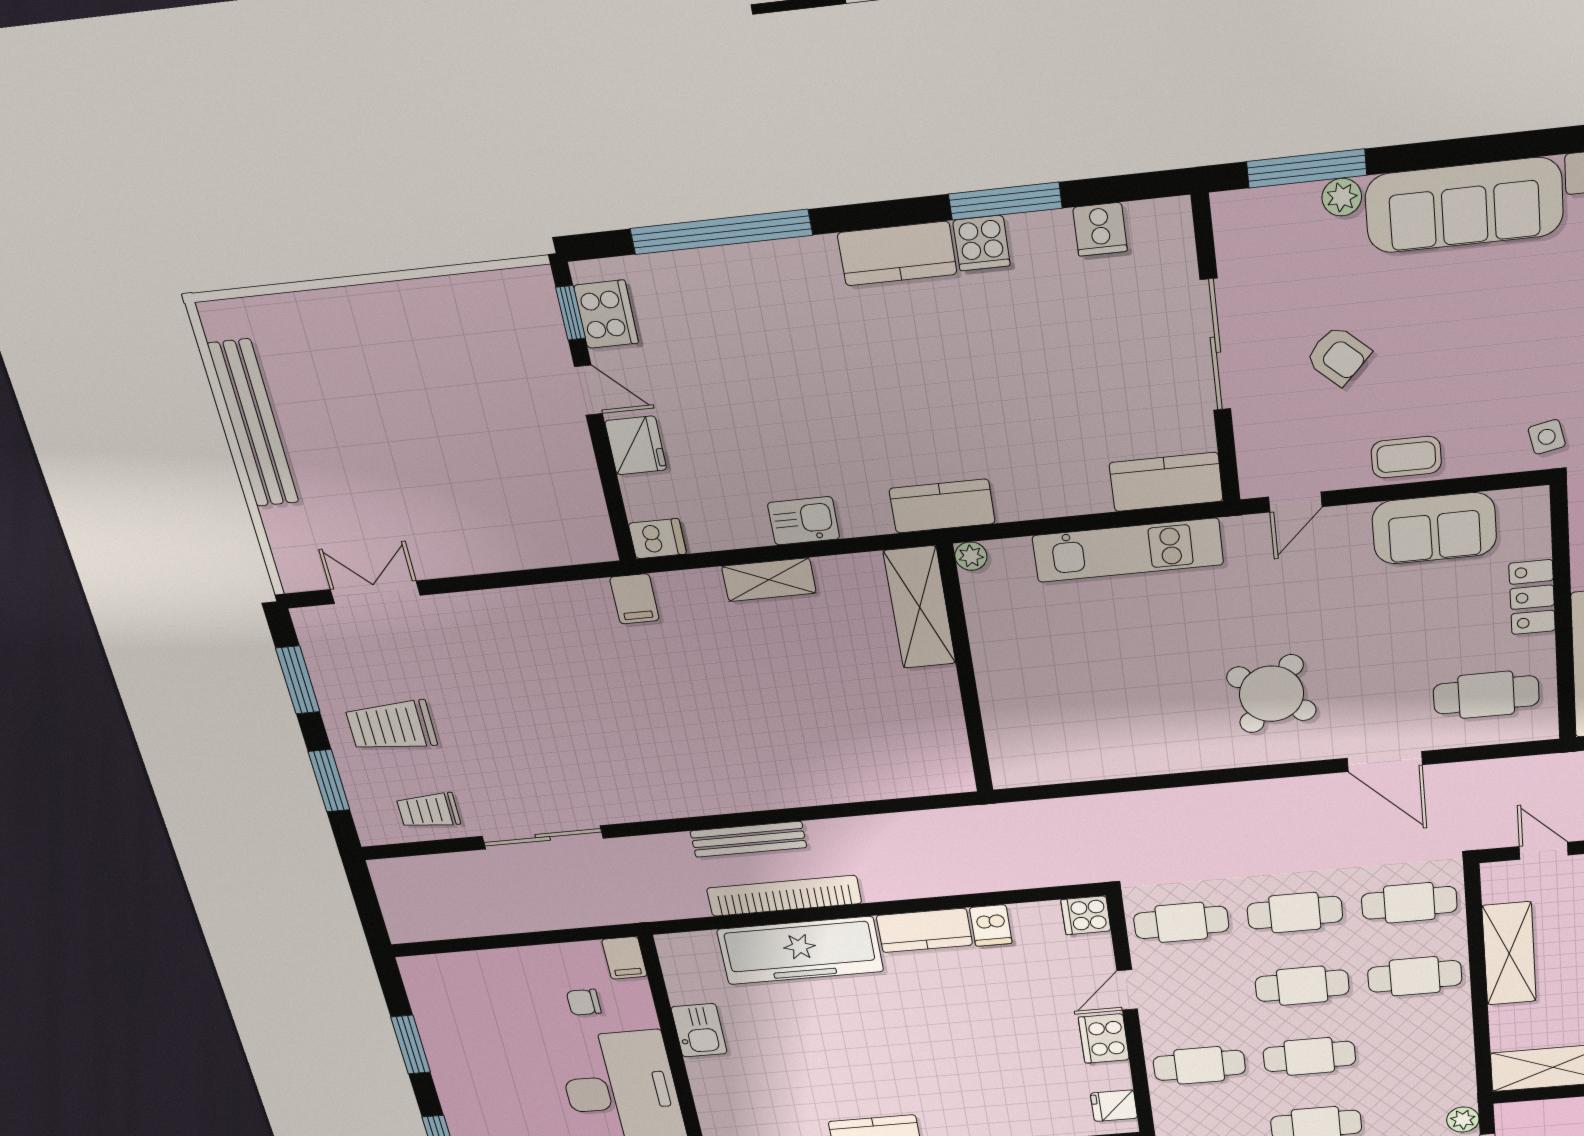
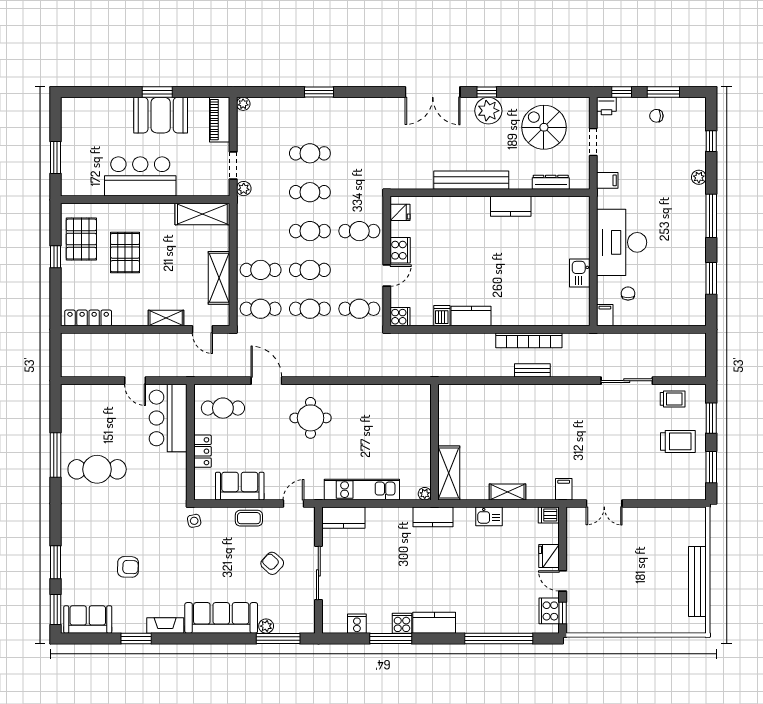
double door: (375, 592) -> (604, 504), moved
round table: (1271, 694) -> (311, 418), turned -36
bench: (748, 839) -> (532, 370), width x0.73
freezer: (800, 951) -> (527, 311), removed
chair: (584, 1002) -> (628, 293), turned -90

